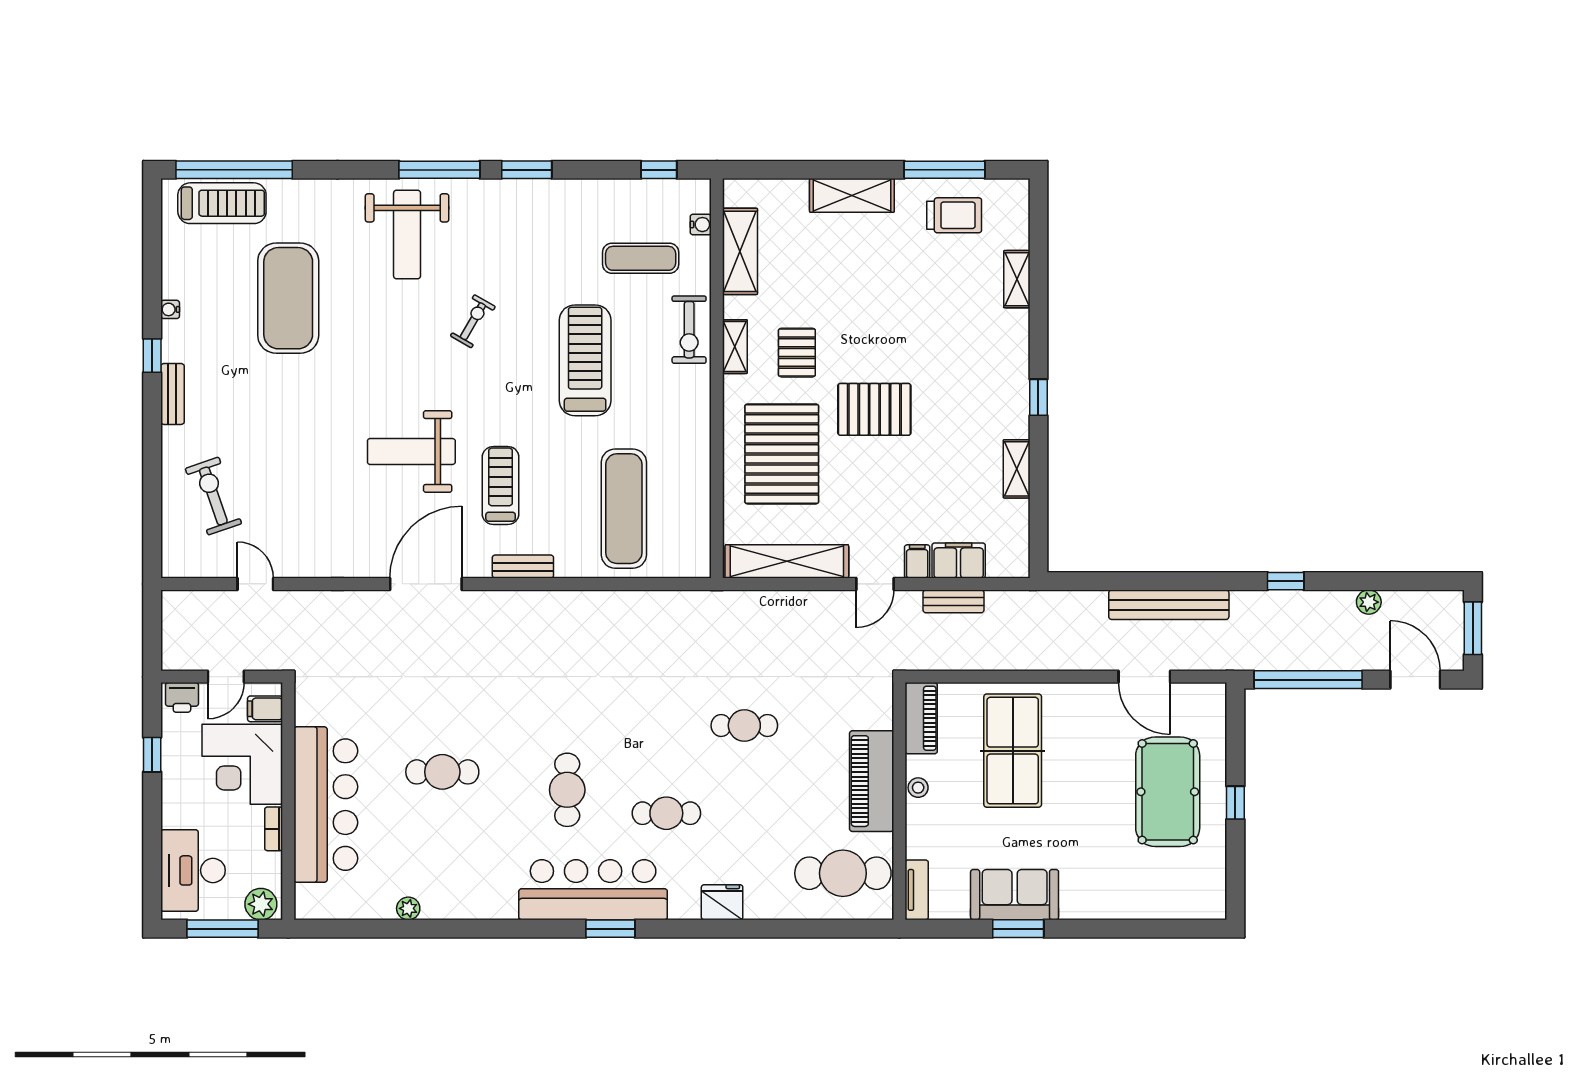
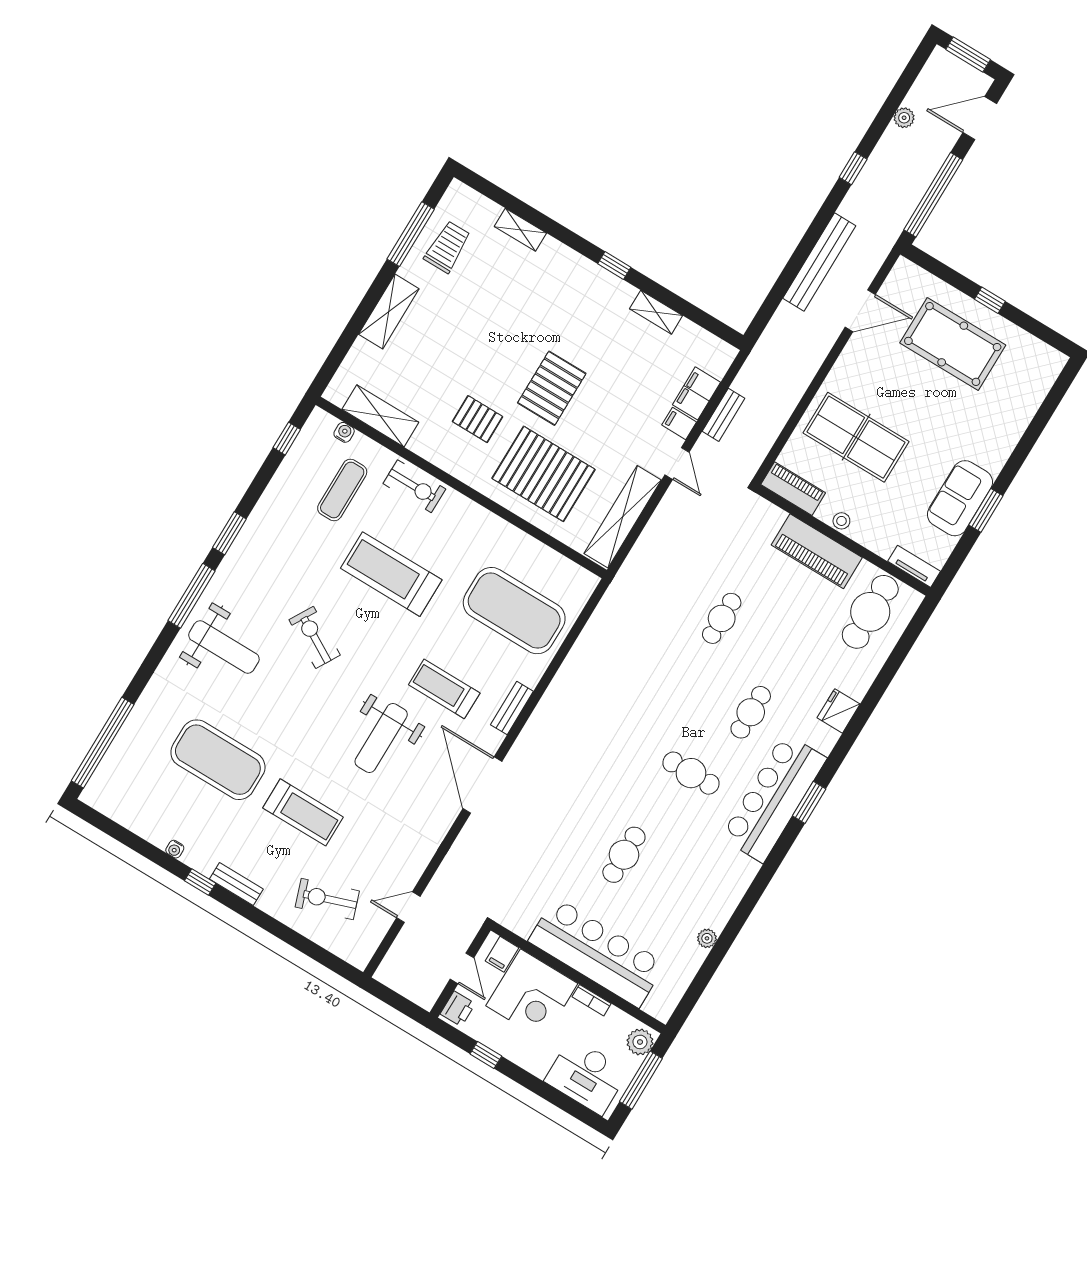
treadmill: (222, 203) -> (303, 812), moved, turned 90
exercise bike: (473, 321) -> (315, 637), width x1.38, depth x1.39
shelving: (735, 347) -> (446, 461), removed
exercise mat: (624, 509) -> (514, 611), width x1.47

